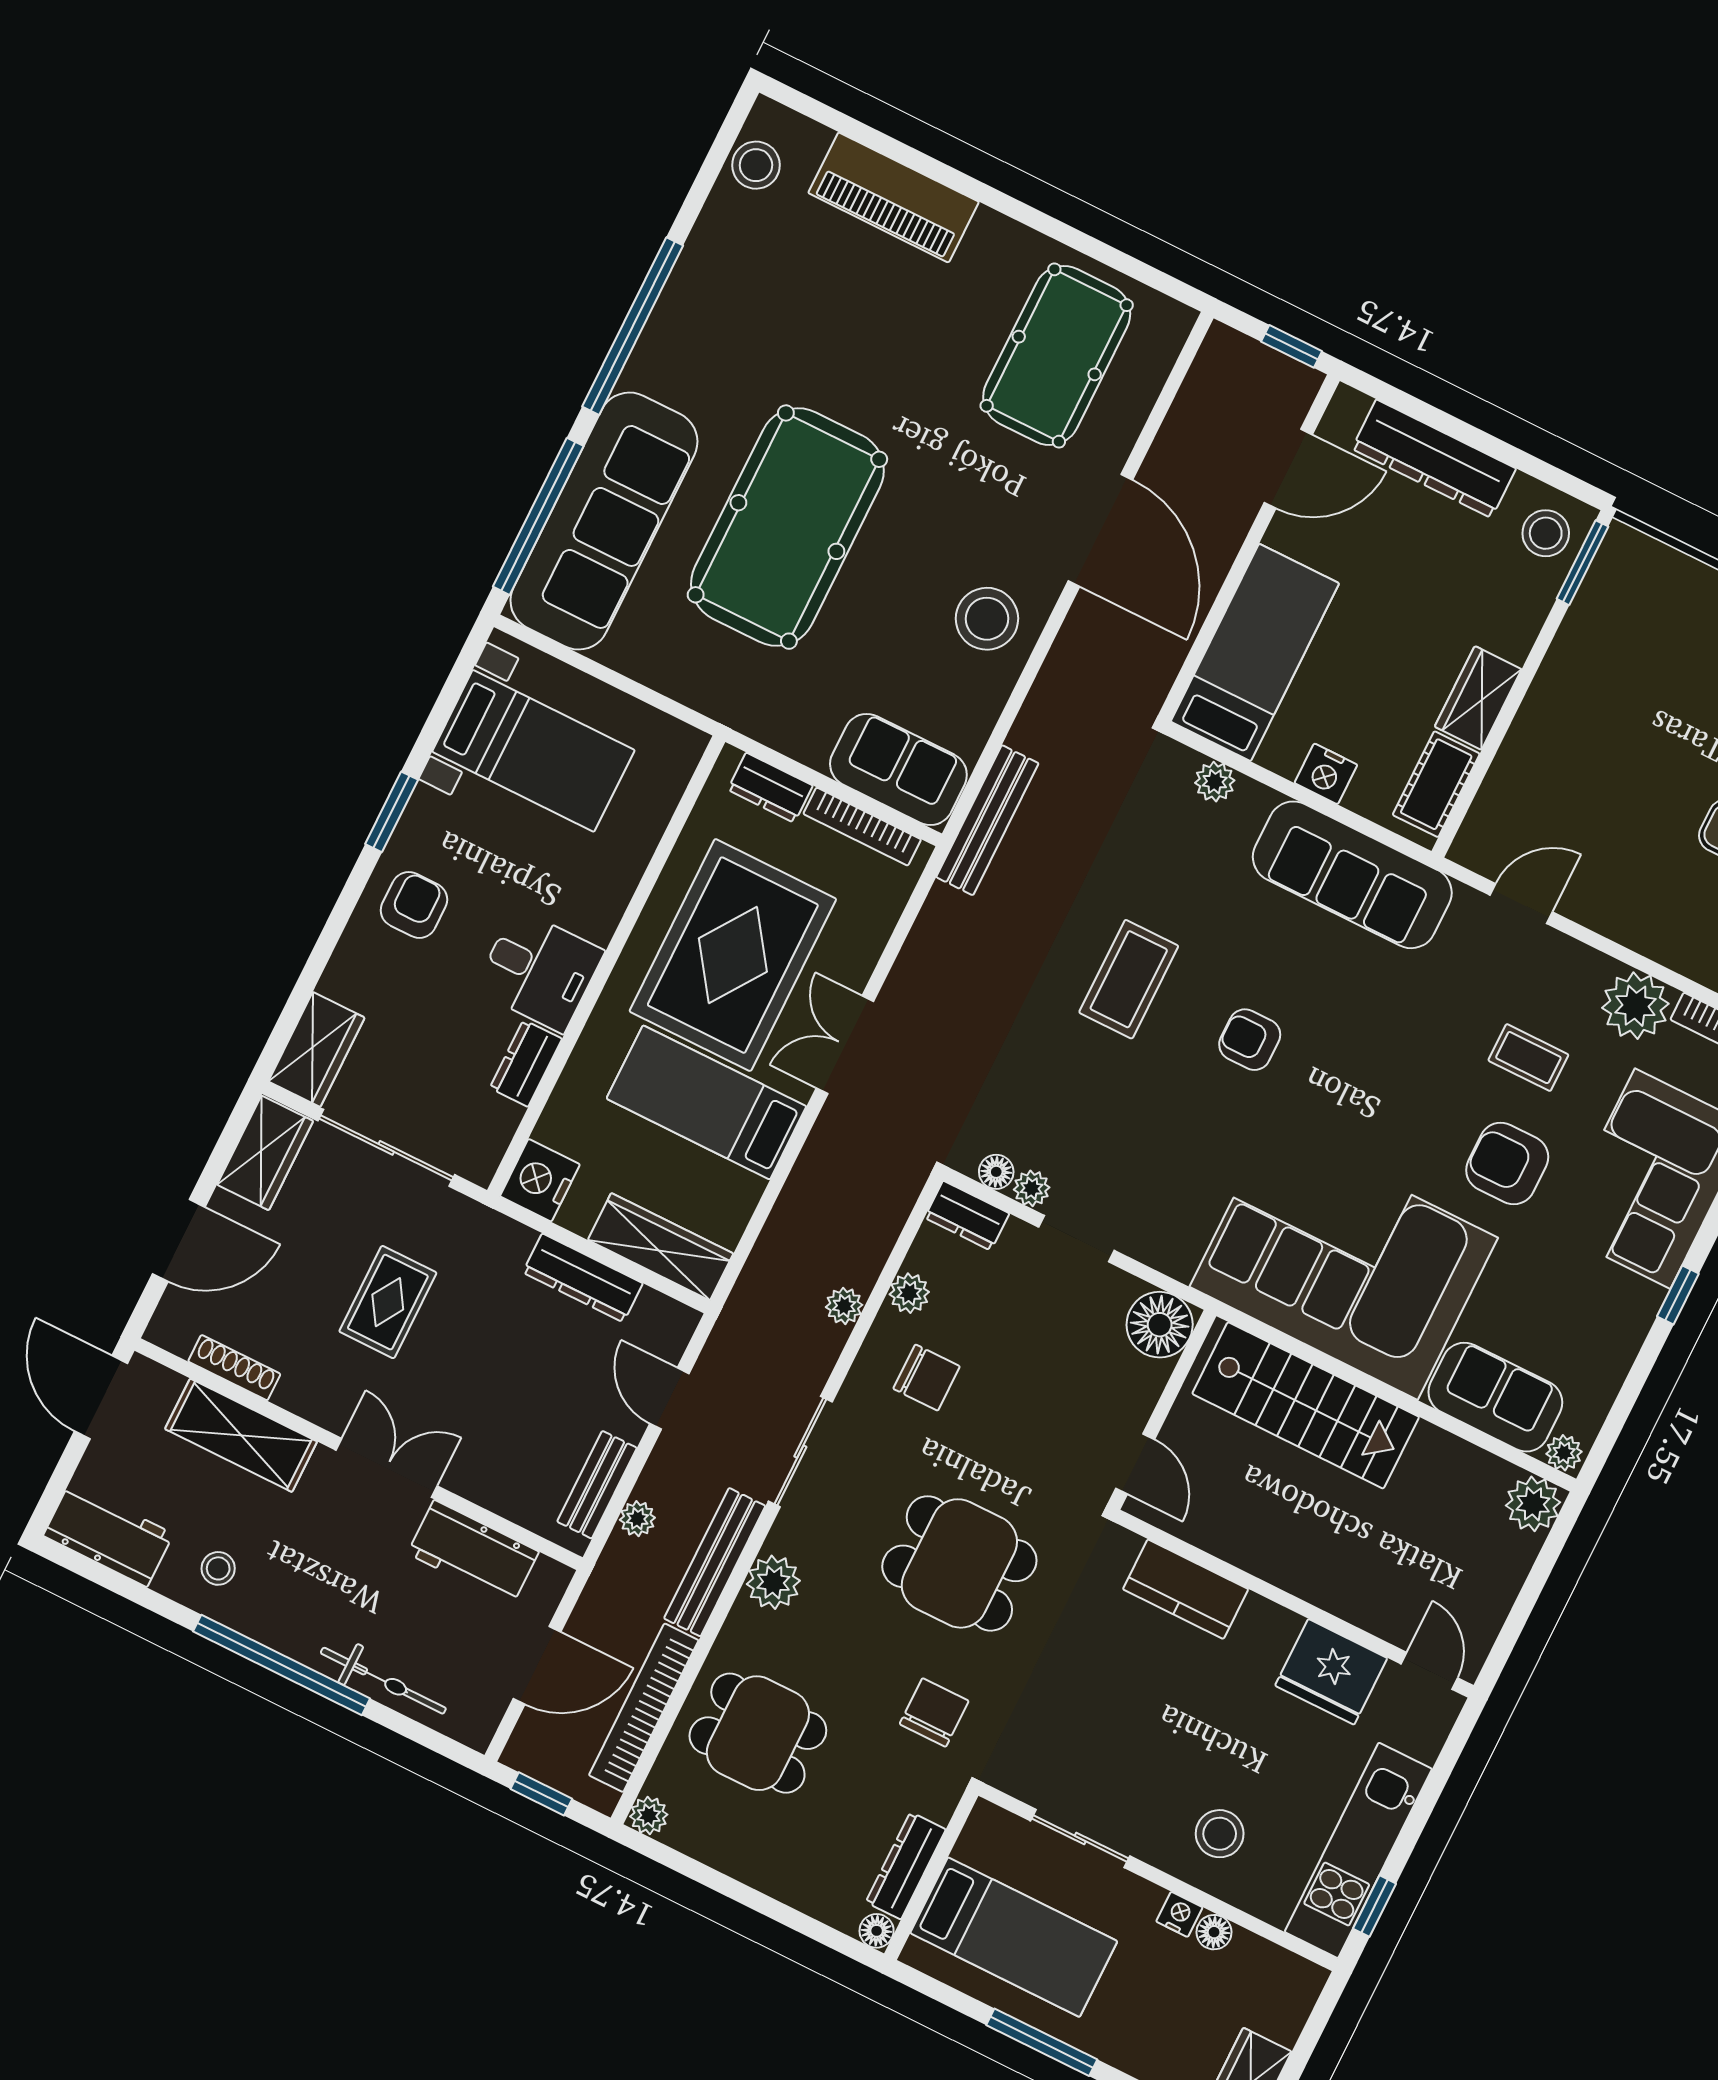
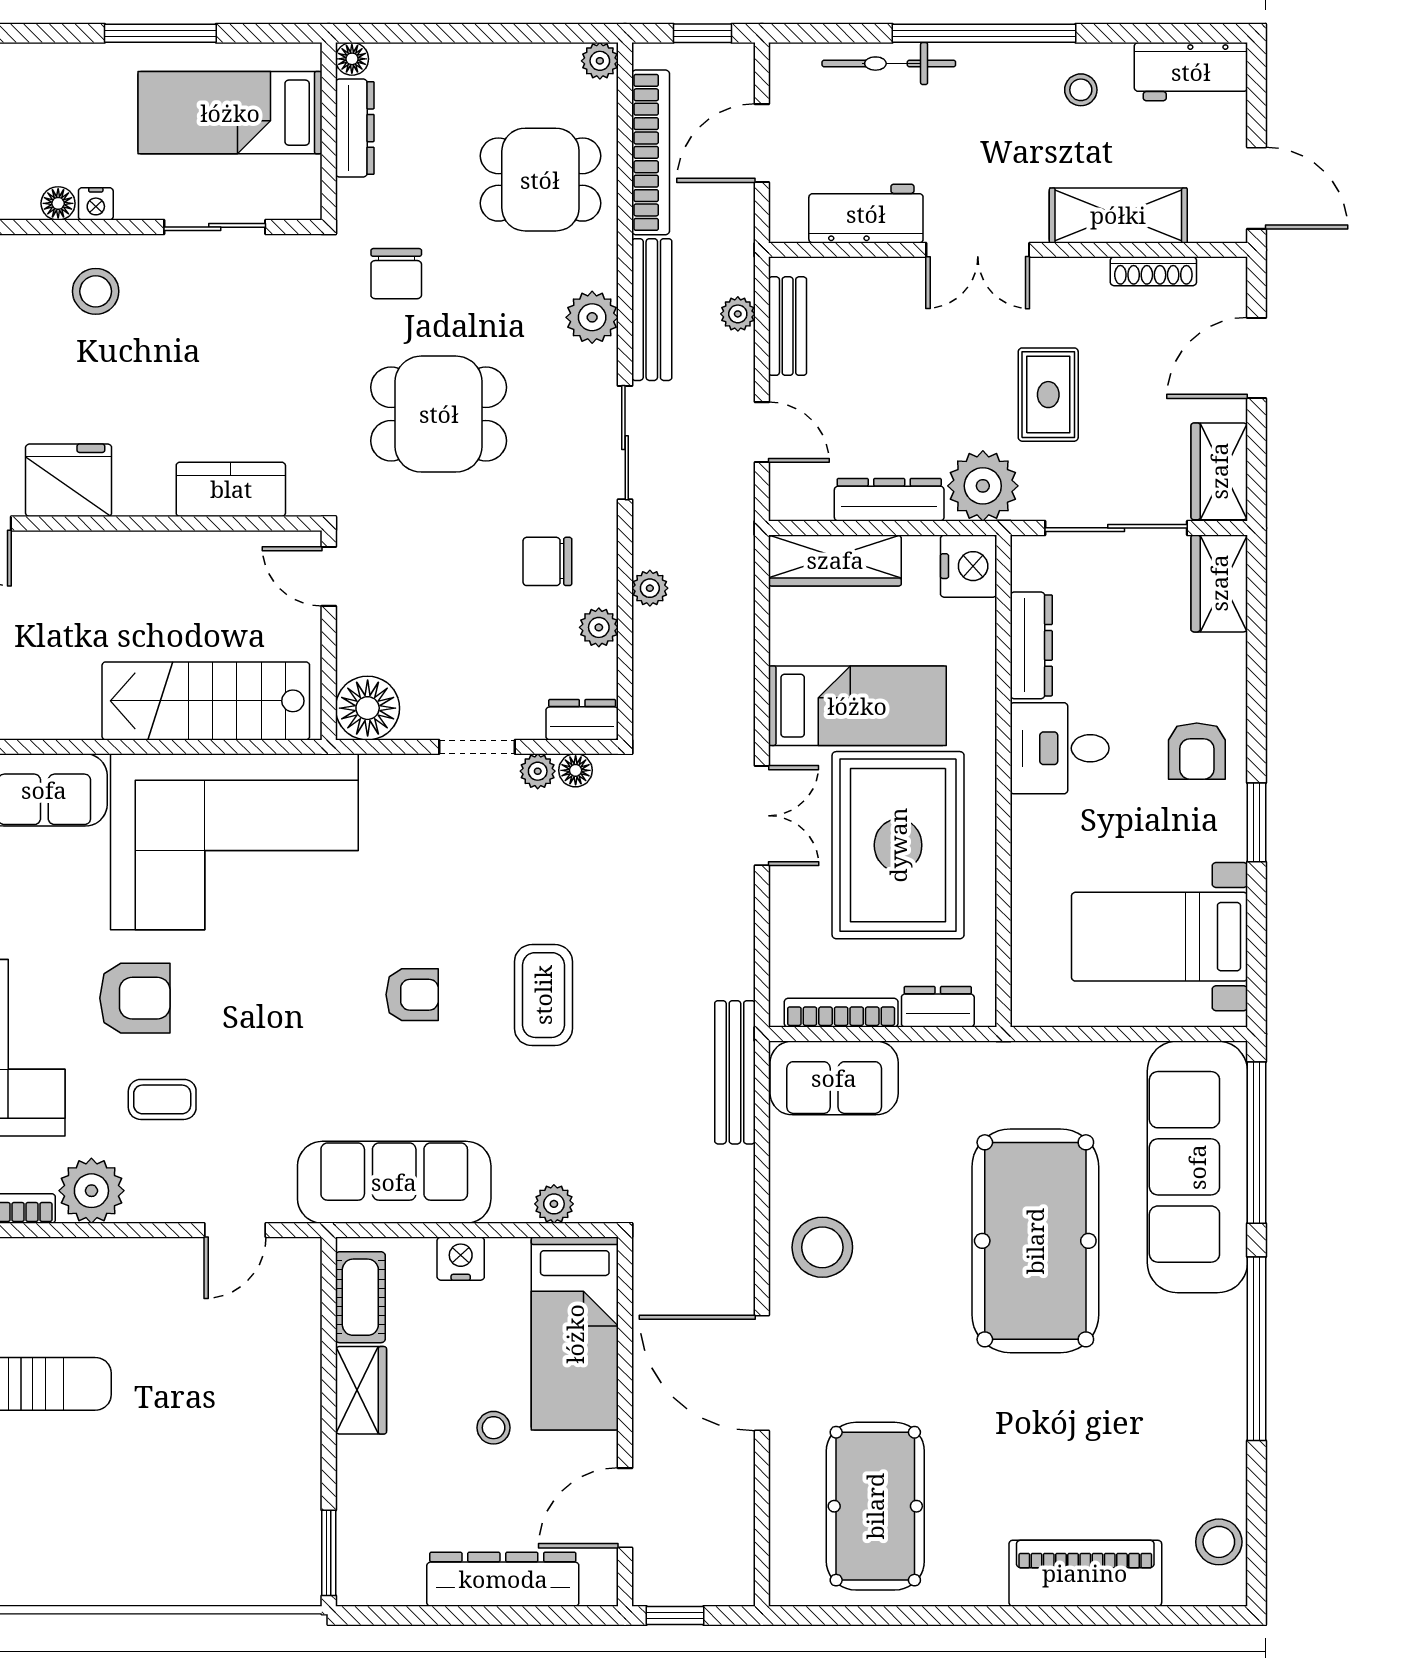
stool: (1546, 533) -> (494, 1428), moved, width x0.73, depth x0.73
dresser: (526, 1063) -> (1031, 645), width x1.44
plant: (490, 1248) -> (983, 486), added

